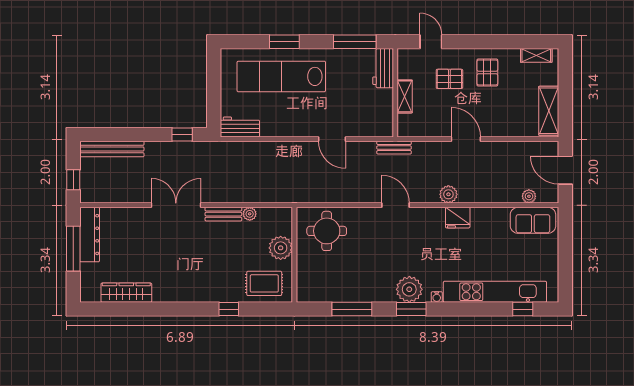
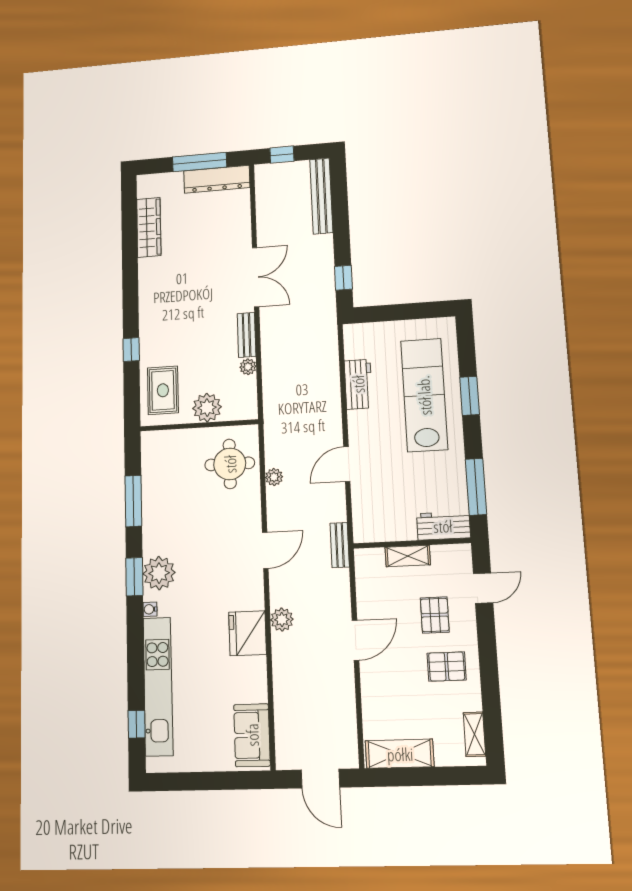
workbench: (240, 127) -> (358, 384), moved
door: (565, 170) -> (320, 779), swing flipped
plant: (529, 196) -> (274, 477), moved
fridge: (458, 218) -> (248, 633), width x1.36, depth x1.34

